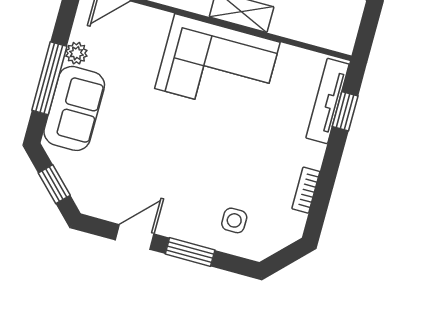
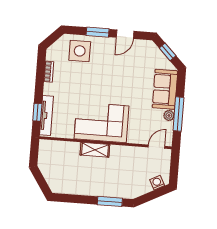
window: (49, 78) -> (178, 114), moved
side table: (234, 220) -> (80, 51), width x1.87, depth x1.87

